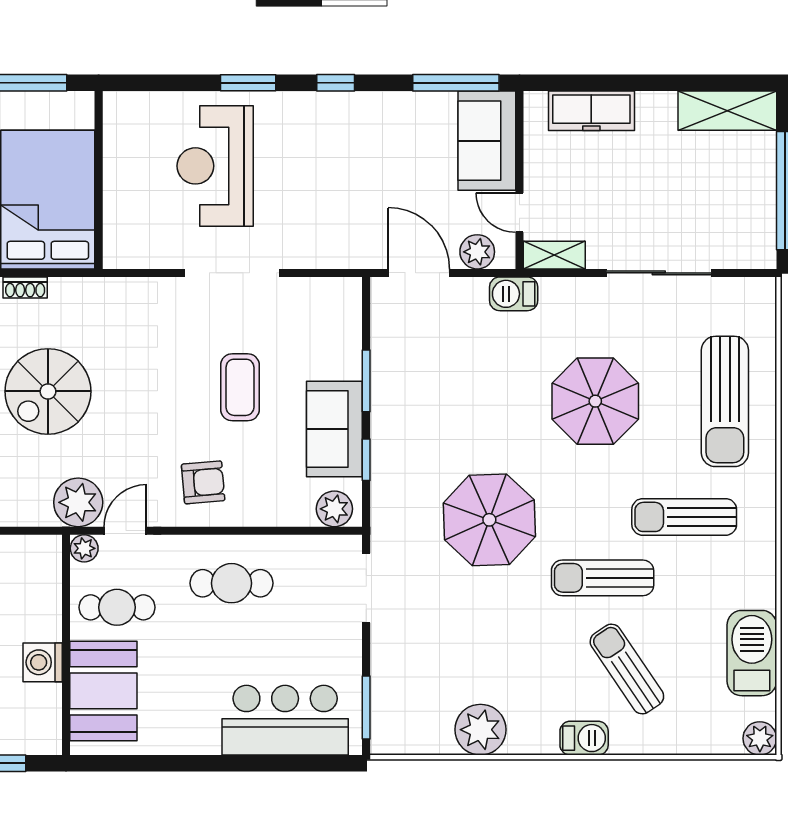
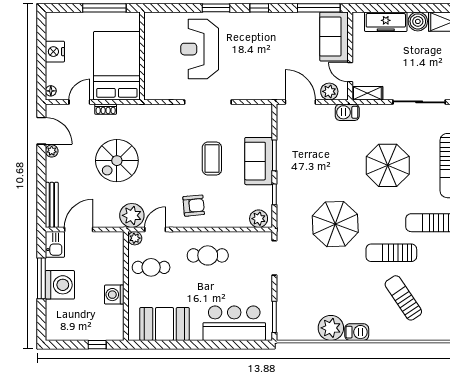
boiler: (656, 110) -> (418, 21), added
sofa: (334, 429) -> (259, 161), moved
booth: (103, 691) -> (165, 324), moved, turned 90
barbecue: (584, 738) -> (357, 332), moved

